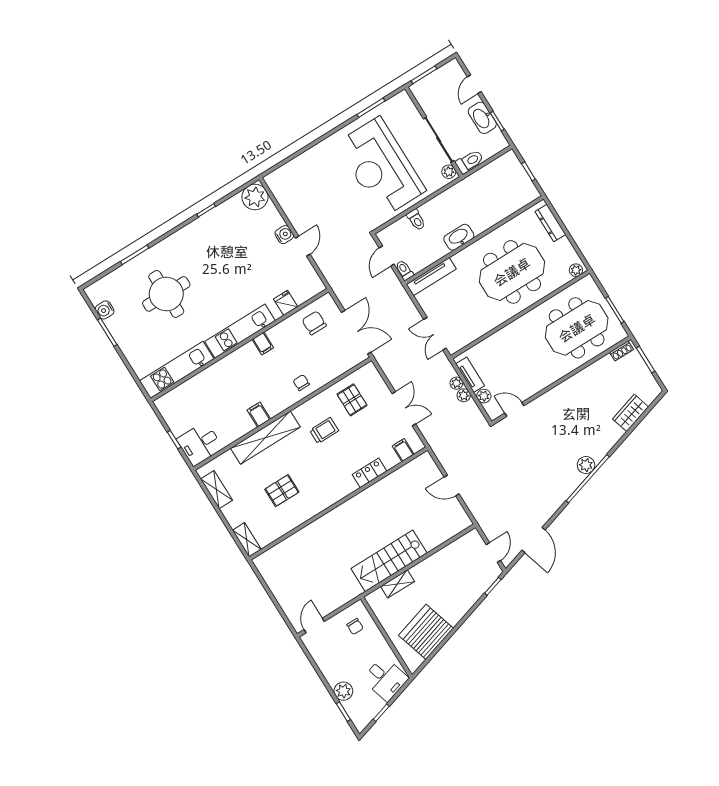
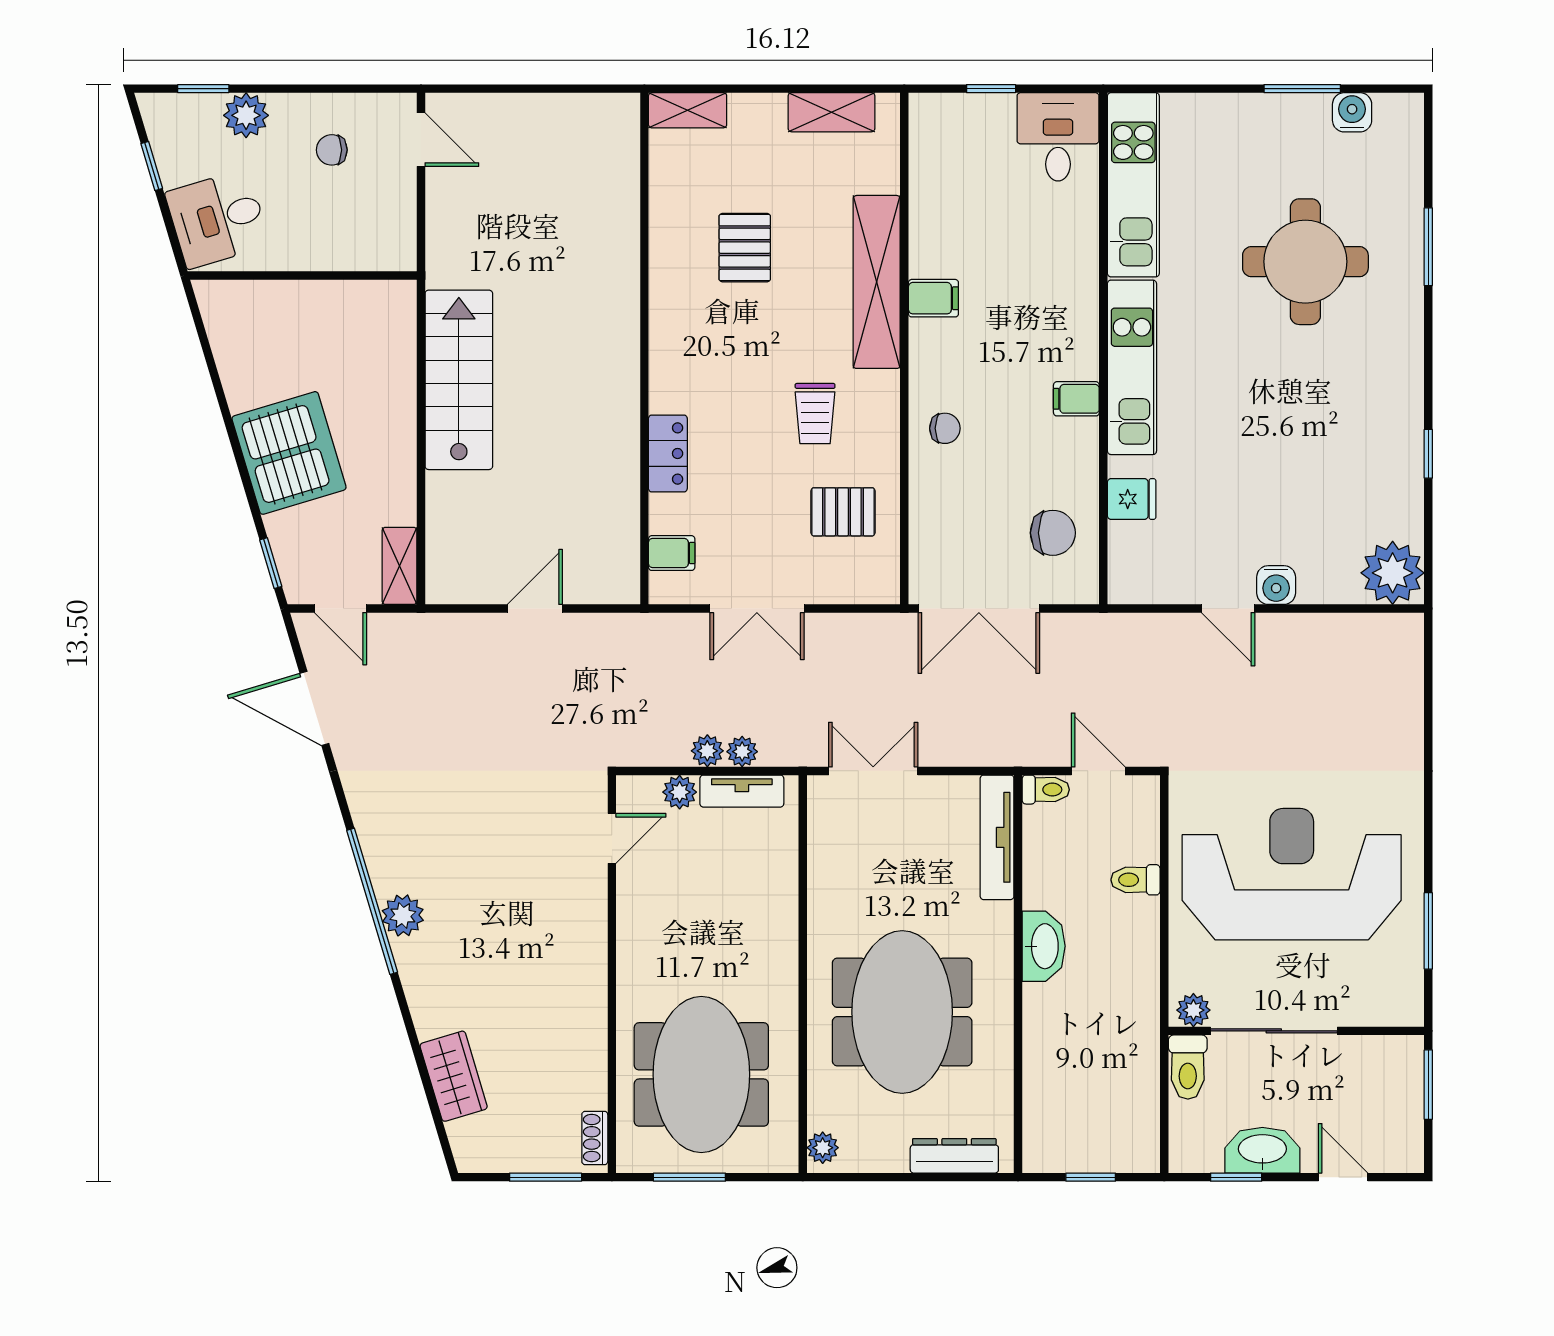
desk: (200, 444) -> (1058, 137), moved
shelving: (397, 584) -> (400, 566), moved
chair: (355, 626) -> (332, 150), moved
server rack: (426, 632) -> (289, 453), moved

